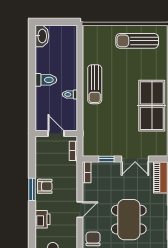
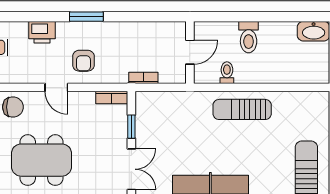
door: (56, 133) -> (190, 52), moved
wall: (56, 133) -> (190, 53), moved
double door: (135, 159) -> (131, 169), swing flipped
armchair: (45, 186) -> (83, 61), moved

